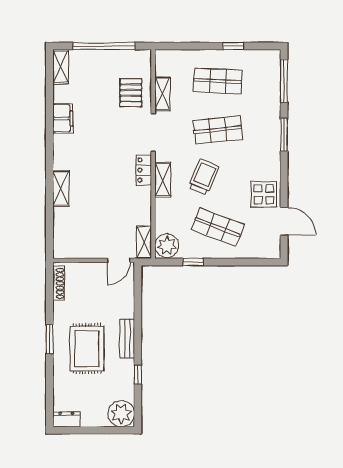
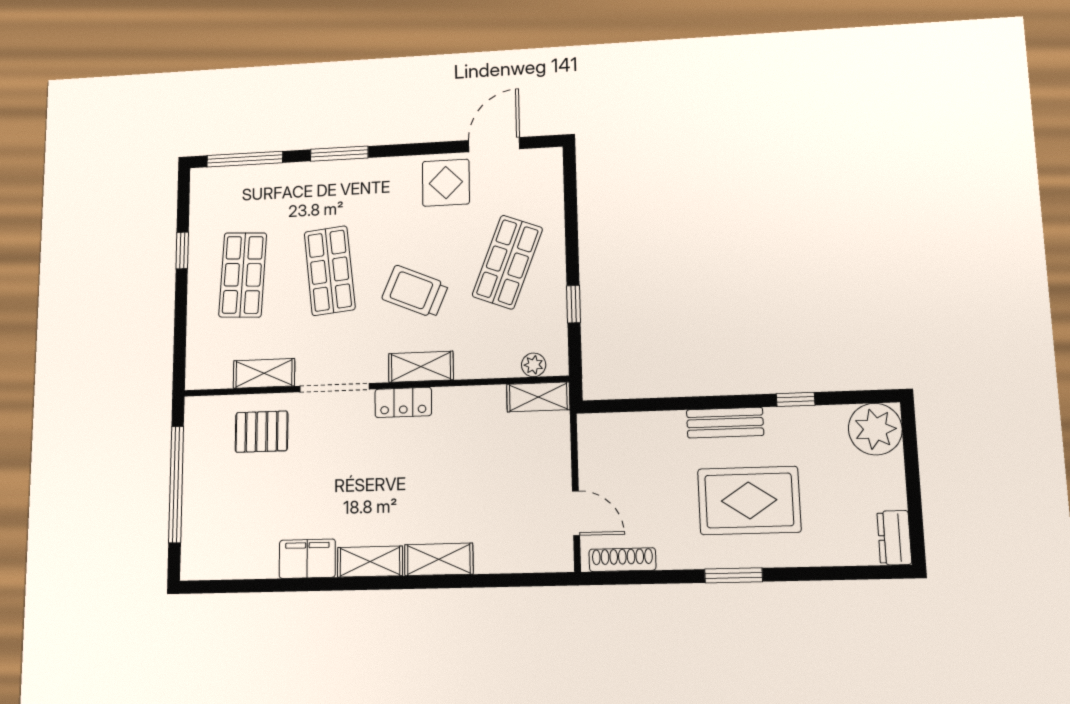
shelving: (61, 67) -> (370, 562), moved
plant: (167, 246) -> (534, 365), width x0.53, depth x0.53
door: (119, 260) -> (576, 513), moved

